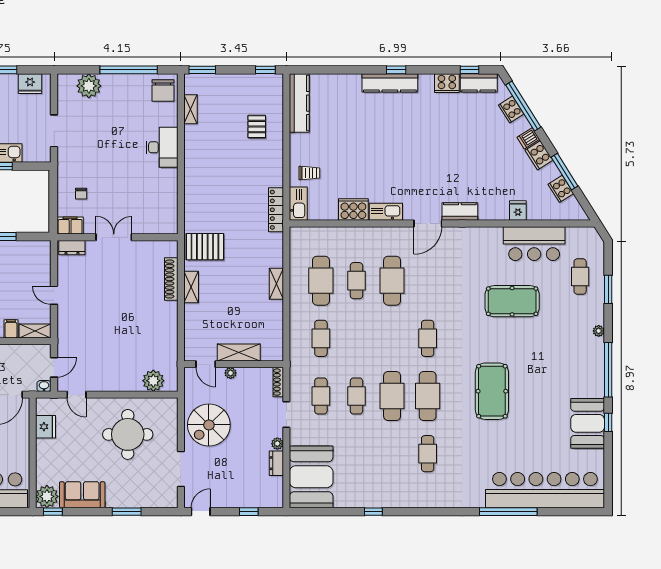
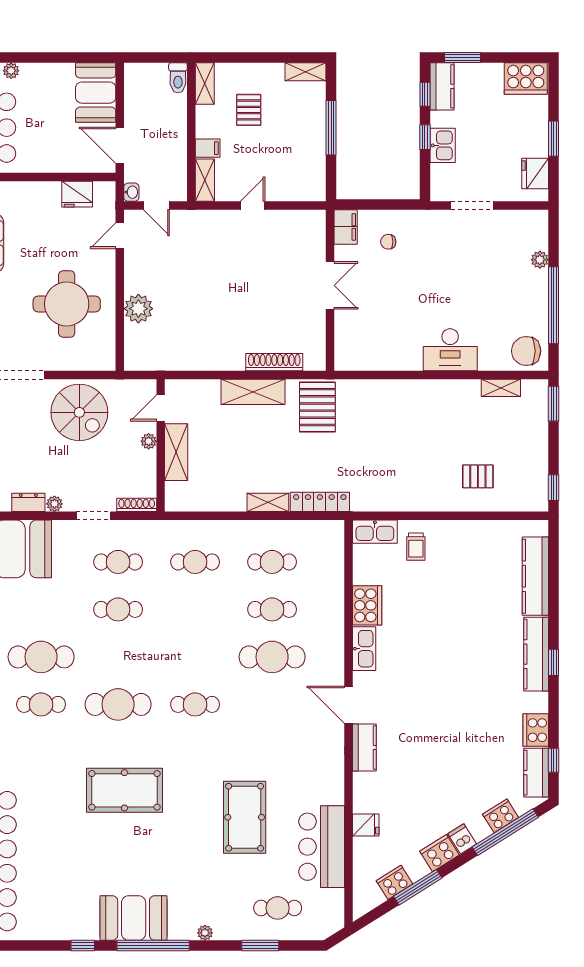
plant: (89, 86) -> (540, 260), width x0.53, depth x0.53
kitchen counter: (299, 103) -> (535, 576), moved, turned 90
locker: (276, 210) -> (320, 502), moved
dresser: (72, 248) -> (316, 230), removed
cafe table: (321, 281) -> (272, 562), width x0.73, depth x0.74
shelving: (191, 287) -> (253, 392), width x1.50, depth x1.33
plant: (153, 381) -> (138, 309), moved
cafe table: (392, 396) -> (41, 657), moved
booth: (588, 423) -> (134, 918), moved
spiral stairs: (209, 425) -> (79, 412), turned 180

